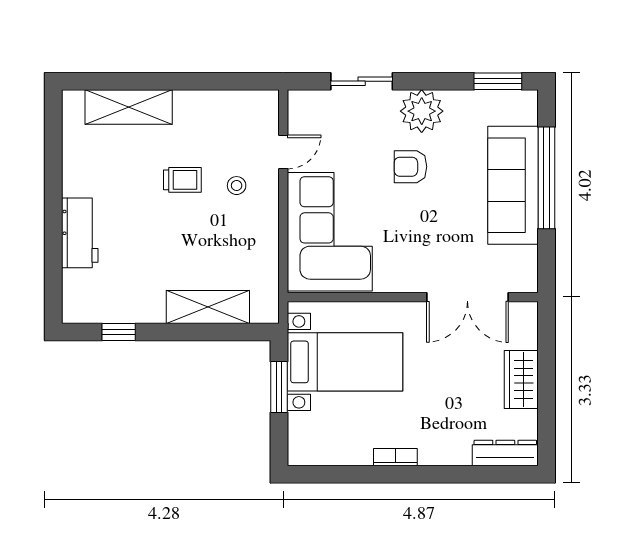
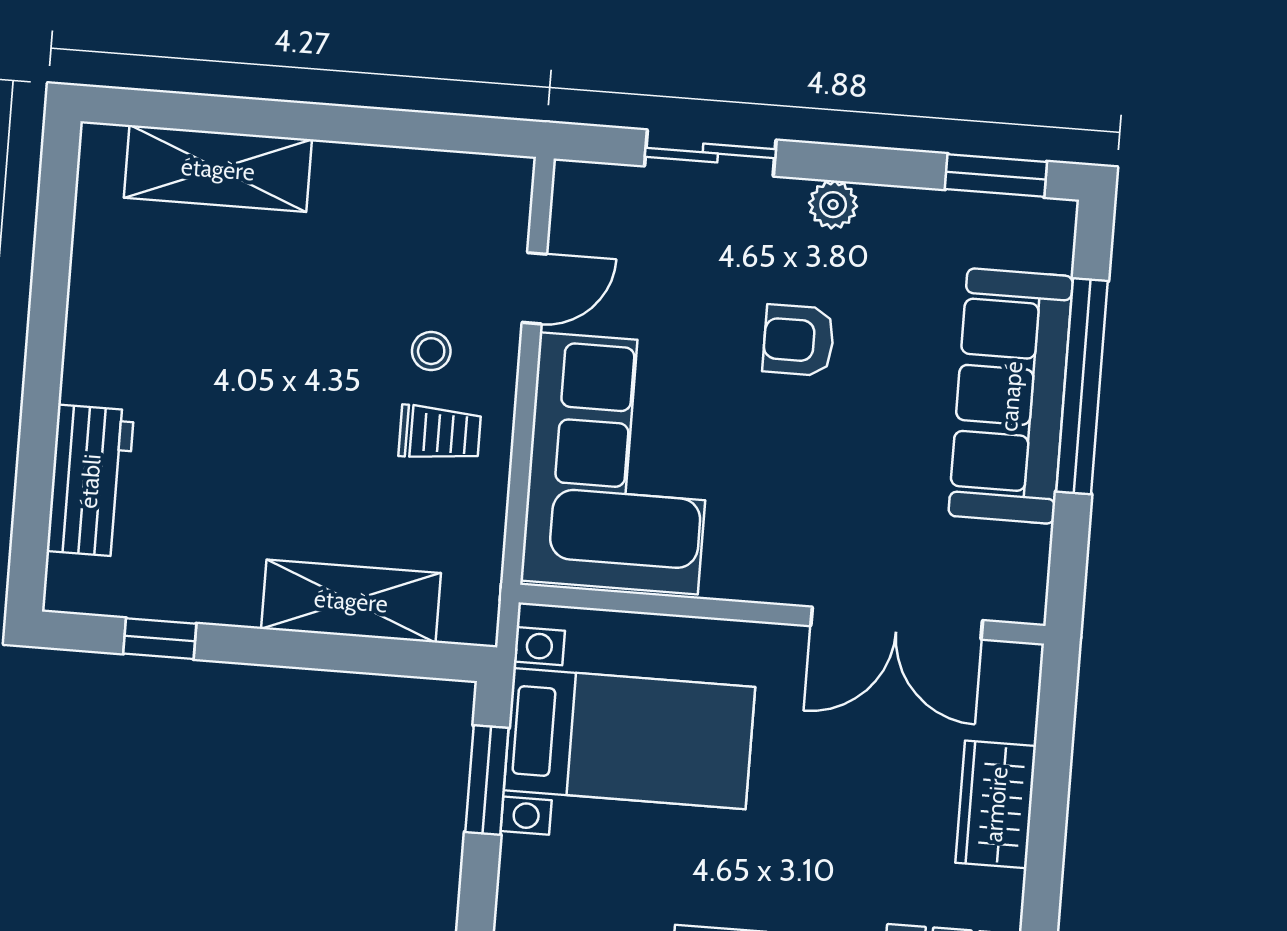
plant: (422, 111) -> (833, 205), width x0.53, depth x0.53
trolley: (182, 180) -> (440, 433), moved
workbench: (80, 233) -> (90, 481), moved

